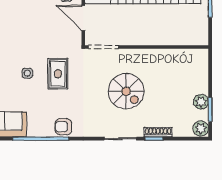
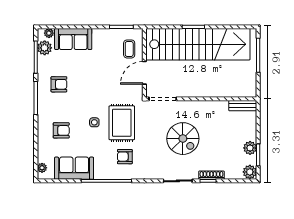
door: (83, 18) -> (144, 73), hinge flipped
bench: (193, 55) -> (243, 106), added
rug: (58, 74) -> (122, 123), width x1.36, depth x1.43
armchair: (63, 127) -> (125, 157), moved

